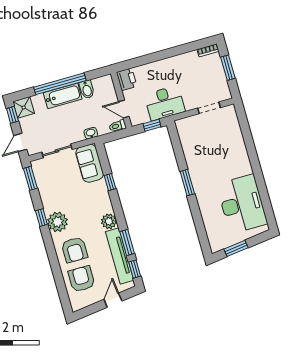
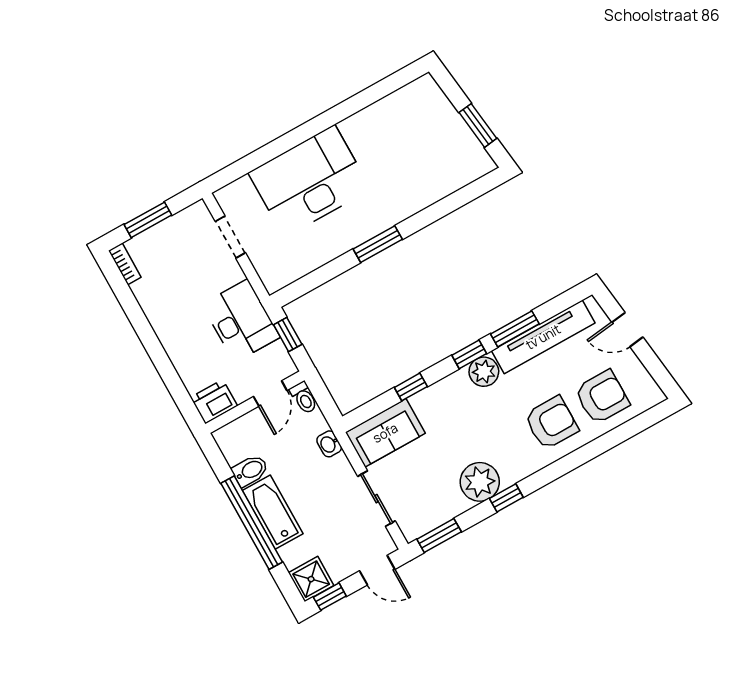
desk: (242, 204) -> (309, 181), moved
plant: (57, 222) -> (480, 482), moved
window: (135, 269) -> (469, 354), moved
armchair: (82, 279) -> (602, 397), turned 180

